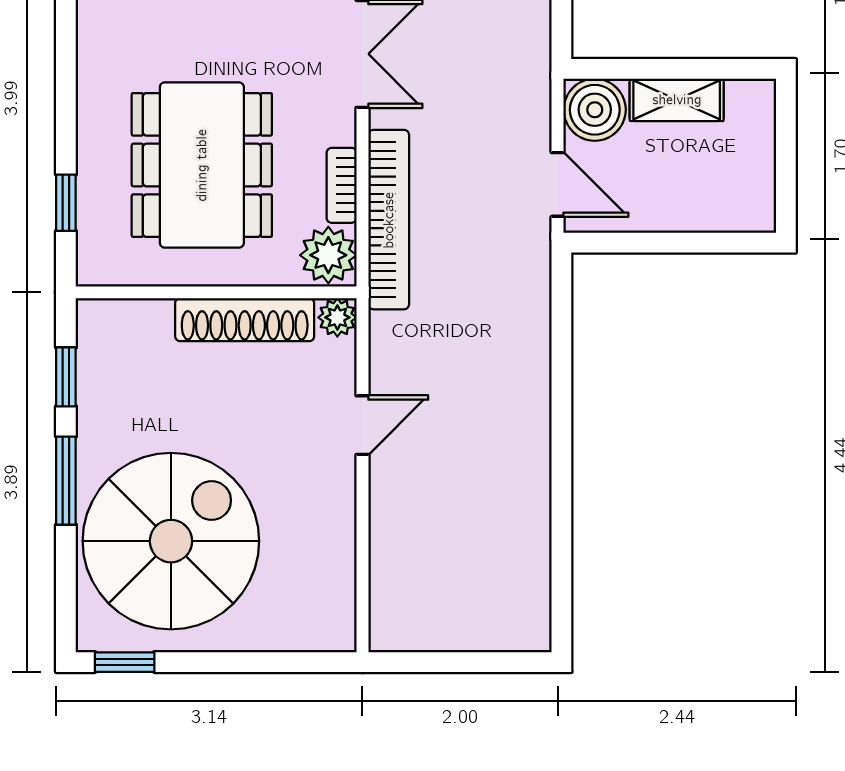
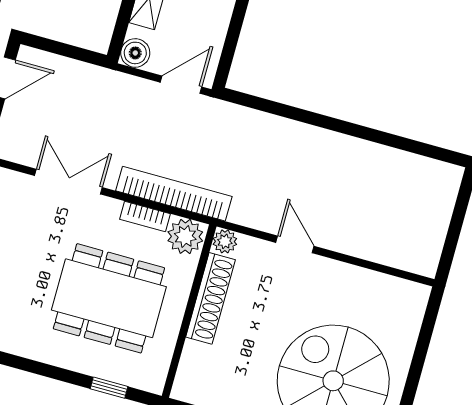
boiler: (595, 110) -> (135, 53), width x0.73, depth x0.73

